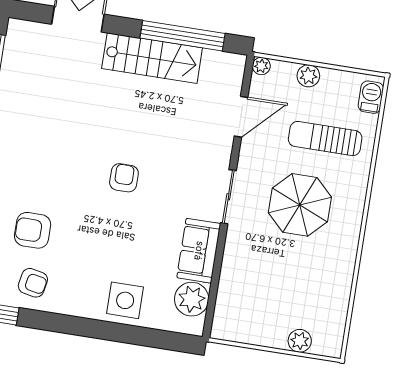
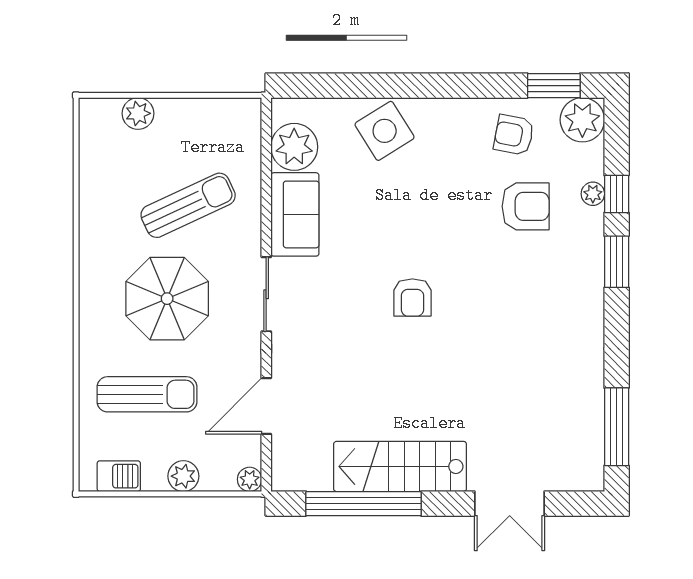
barbecue: (371, 97) -> (119, 476), moved, turned -90
sun lounger: (274, 269) -> (188, 205), added
side table: (125, 300) -> (385, 131), turned -32

